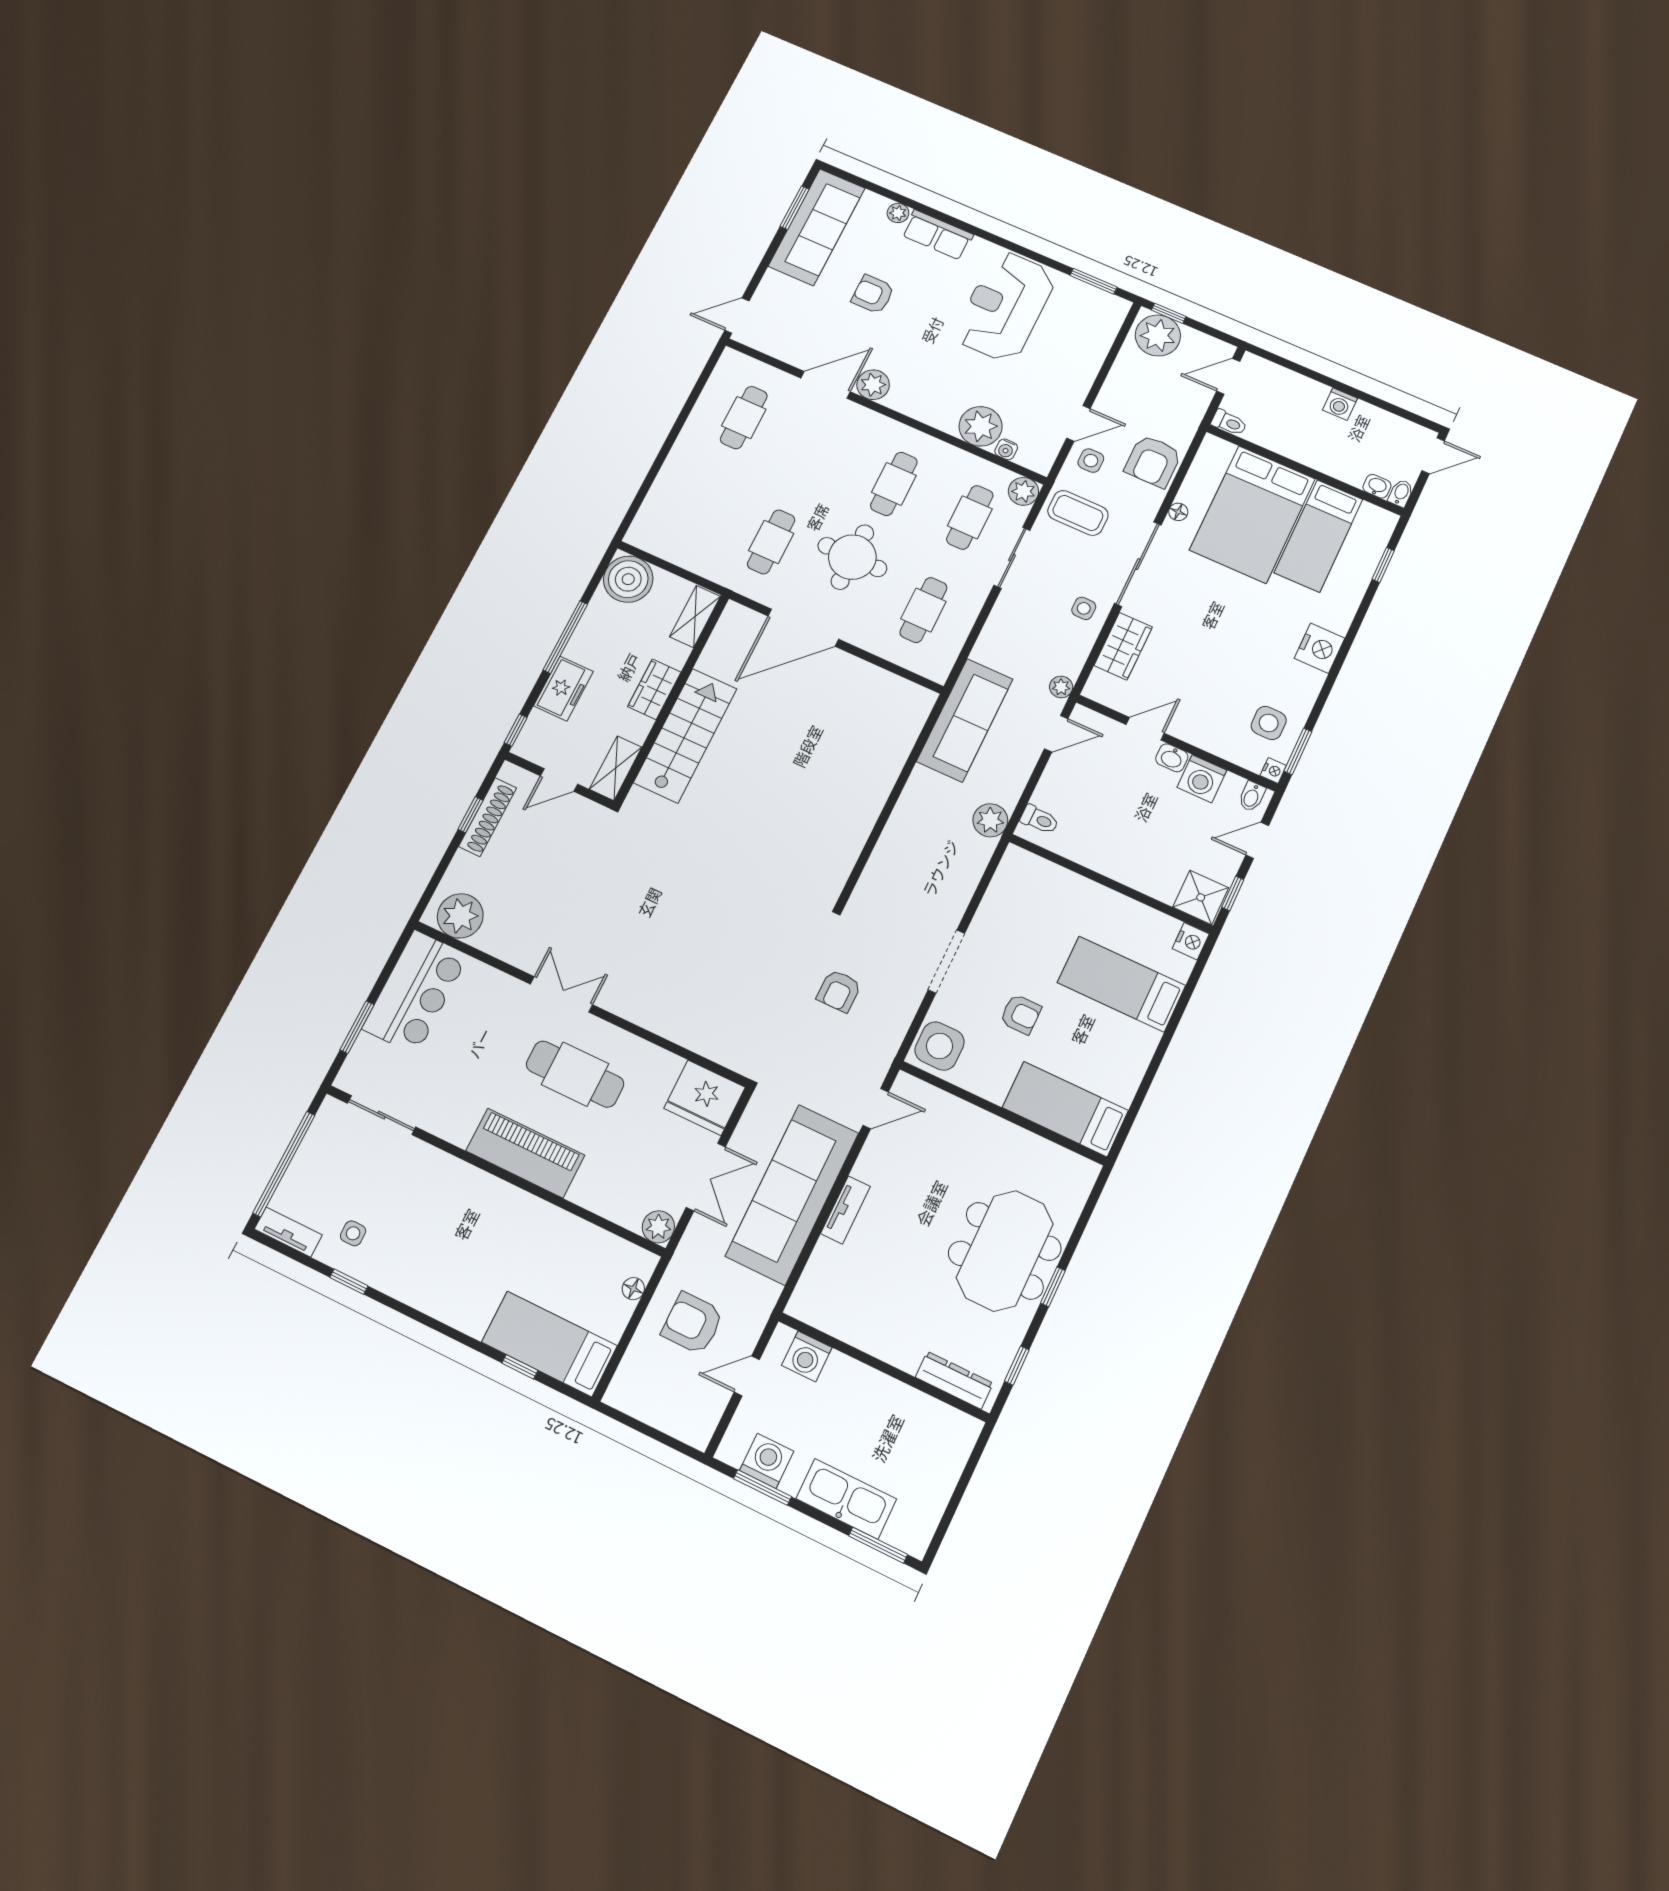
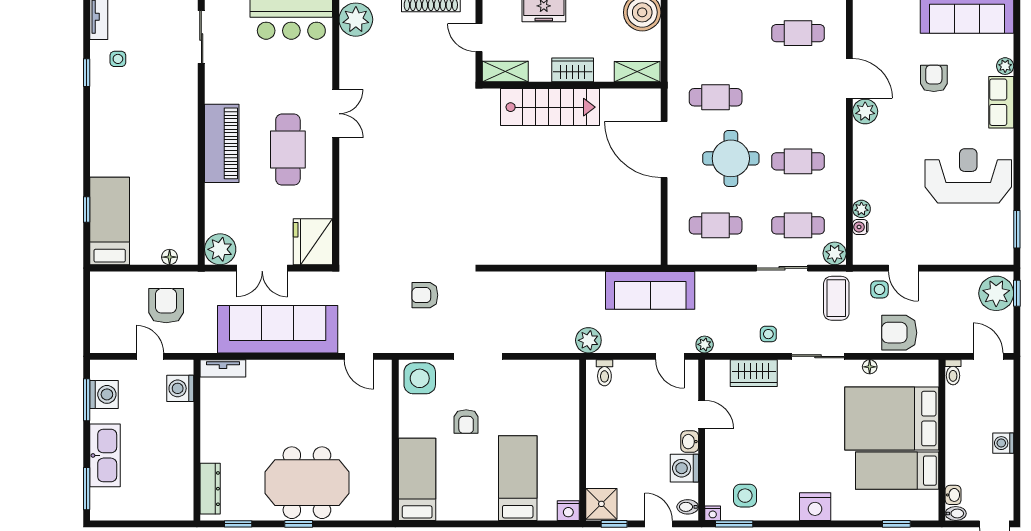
plant: (981, 426) -> (861, 209), width x0.53, depth x0.53
sliding door: (1138, 564) -> (818, 356), width x0.73
tv unit: (845, 1210) -> (223, 368), moved
plant: (658, 1227) -> (220, 249), width x1.36, depth x1.36

